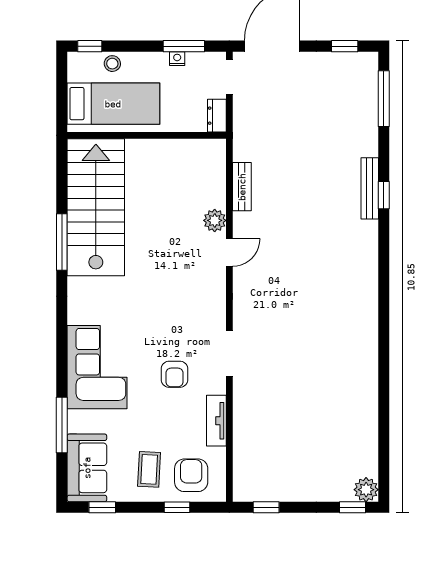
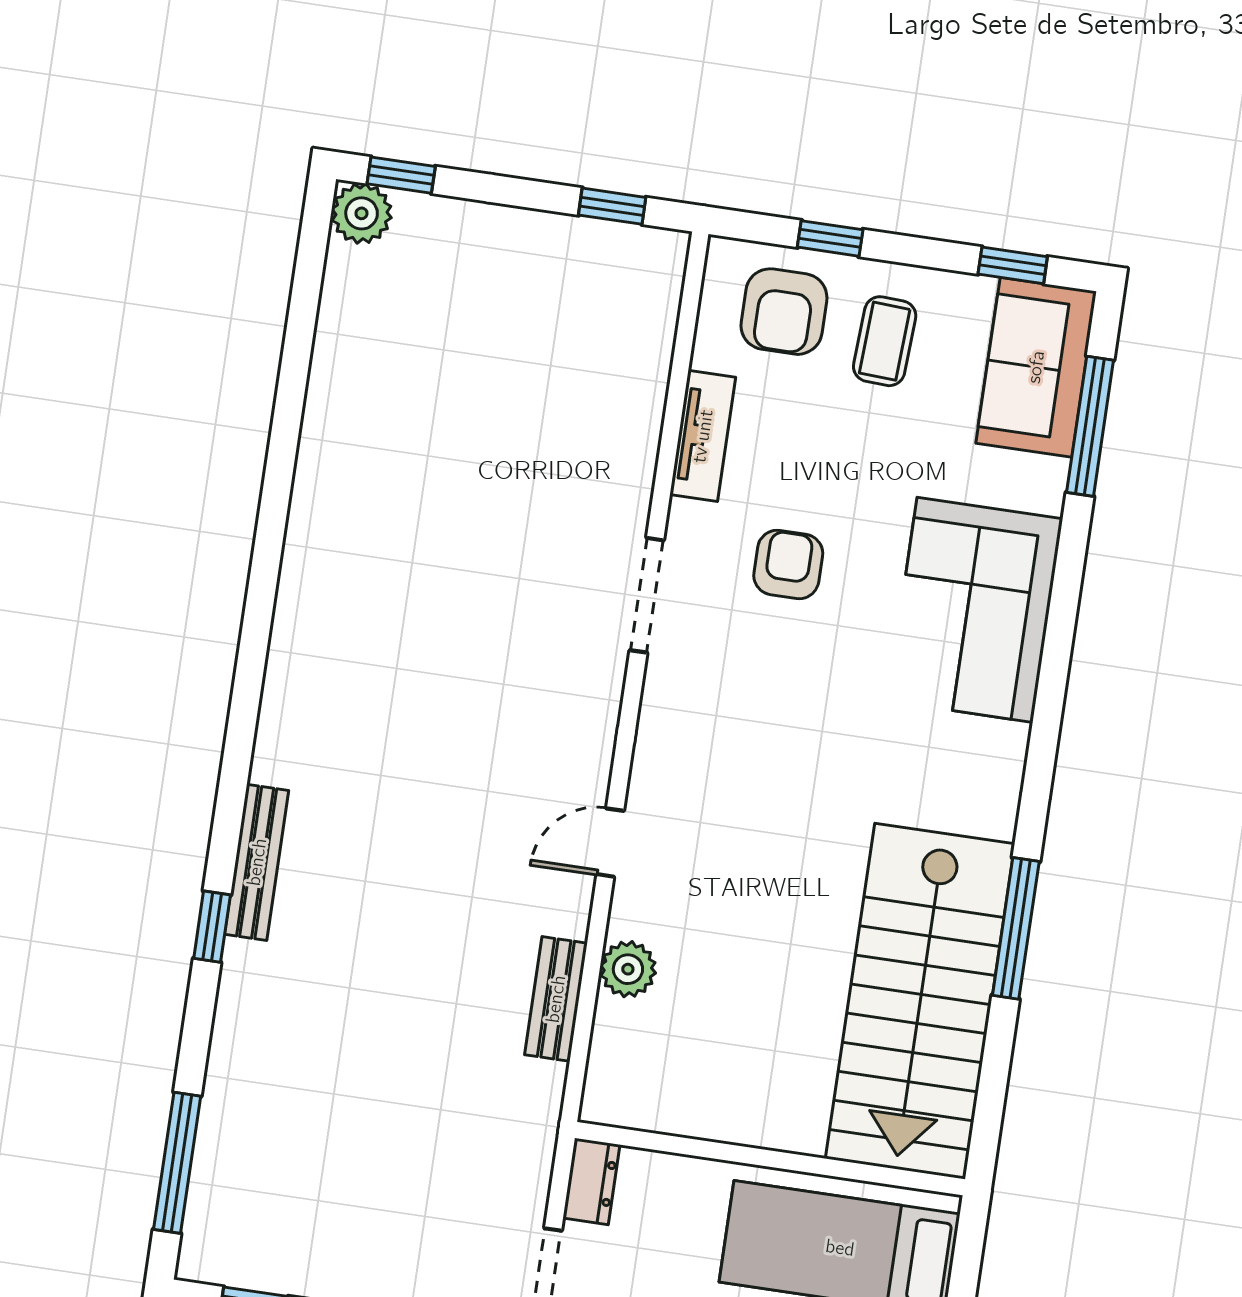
bench: (370, 188) -> (257, 862), moved
plant: (215, 220) -> (628, 969), moved
window: (62, 425) -> (1090, 426), moved

